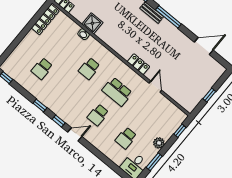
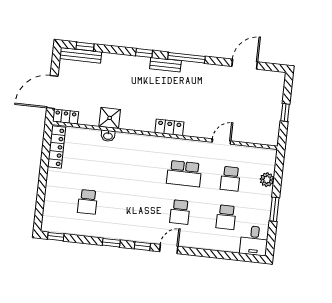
locker: (138, 64) -> (169, 127), moved
school desk: (89, 68) -> (230, 179), moved
door: (155, 87) -> (221, 142), hinge flipped
window: (180, 131) -> (279, 171), removed
plant: (159, 143) -> (267, 180), moved
window: (154, 162) -> (274, 209), moved

